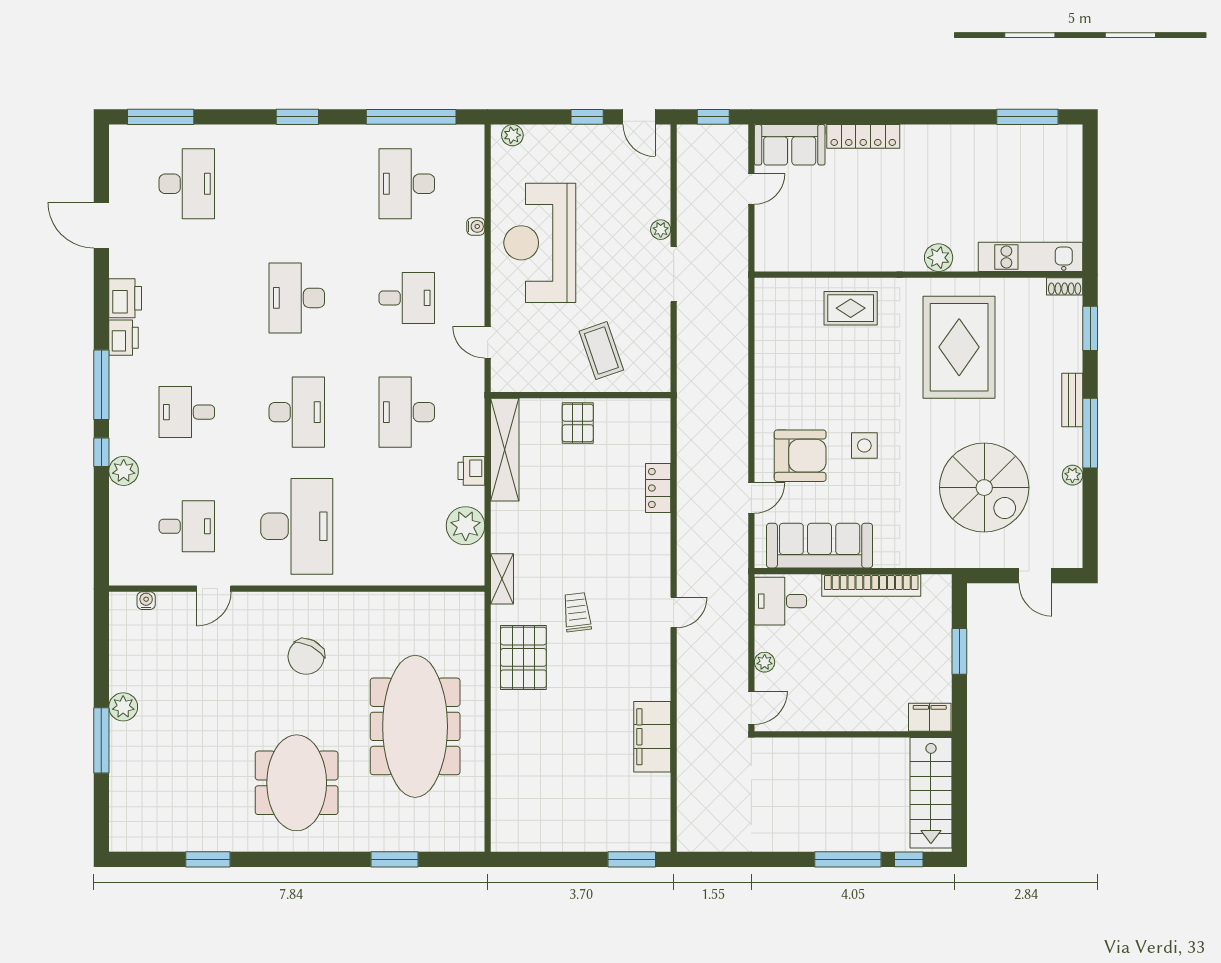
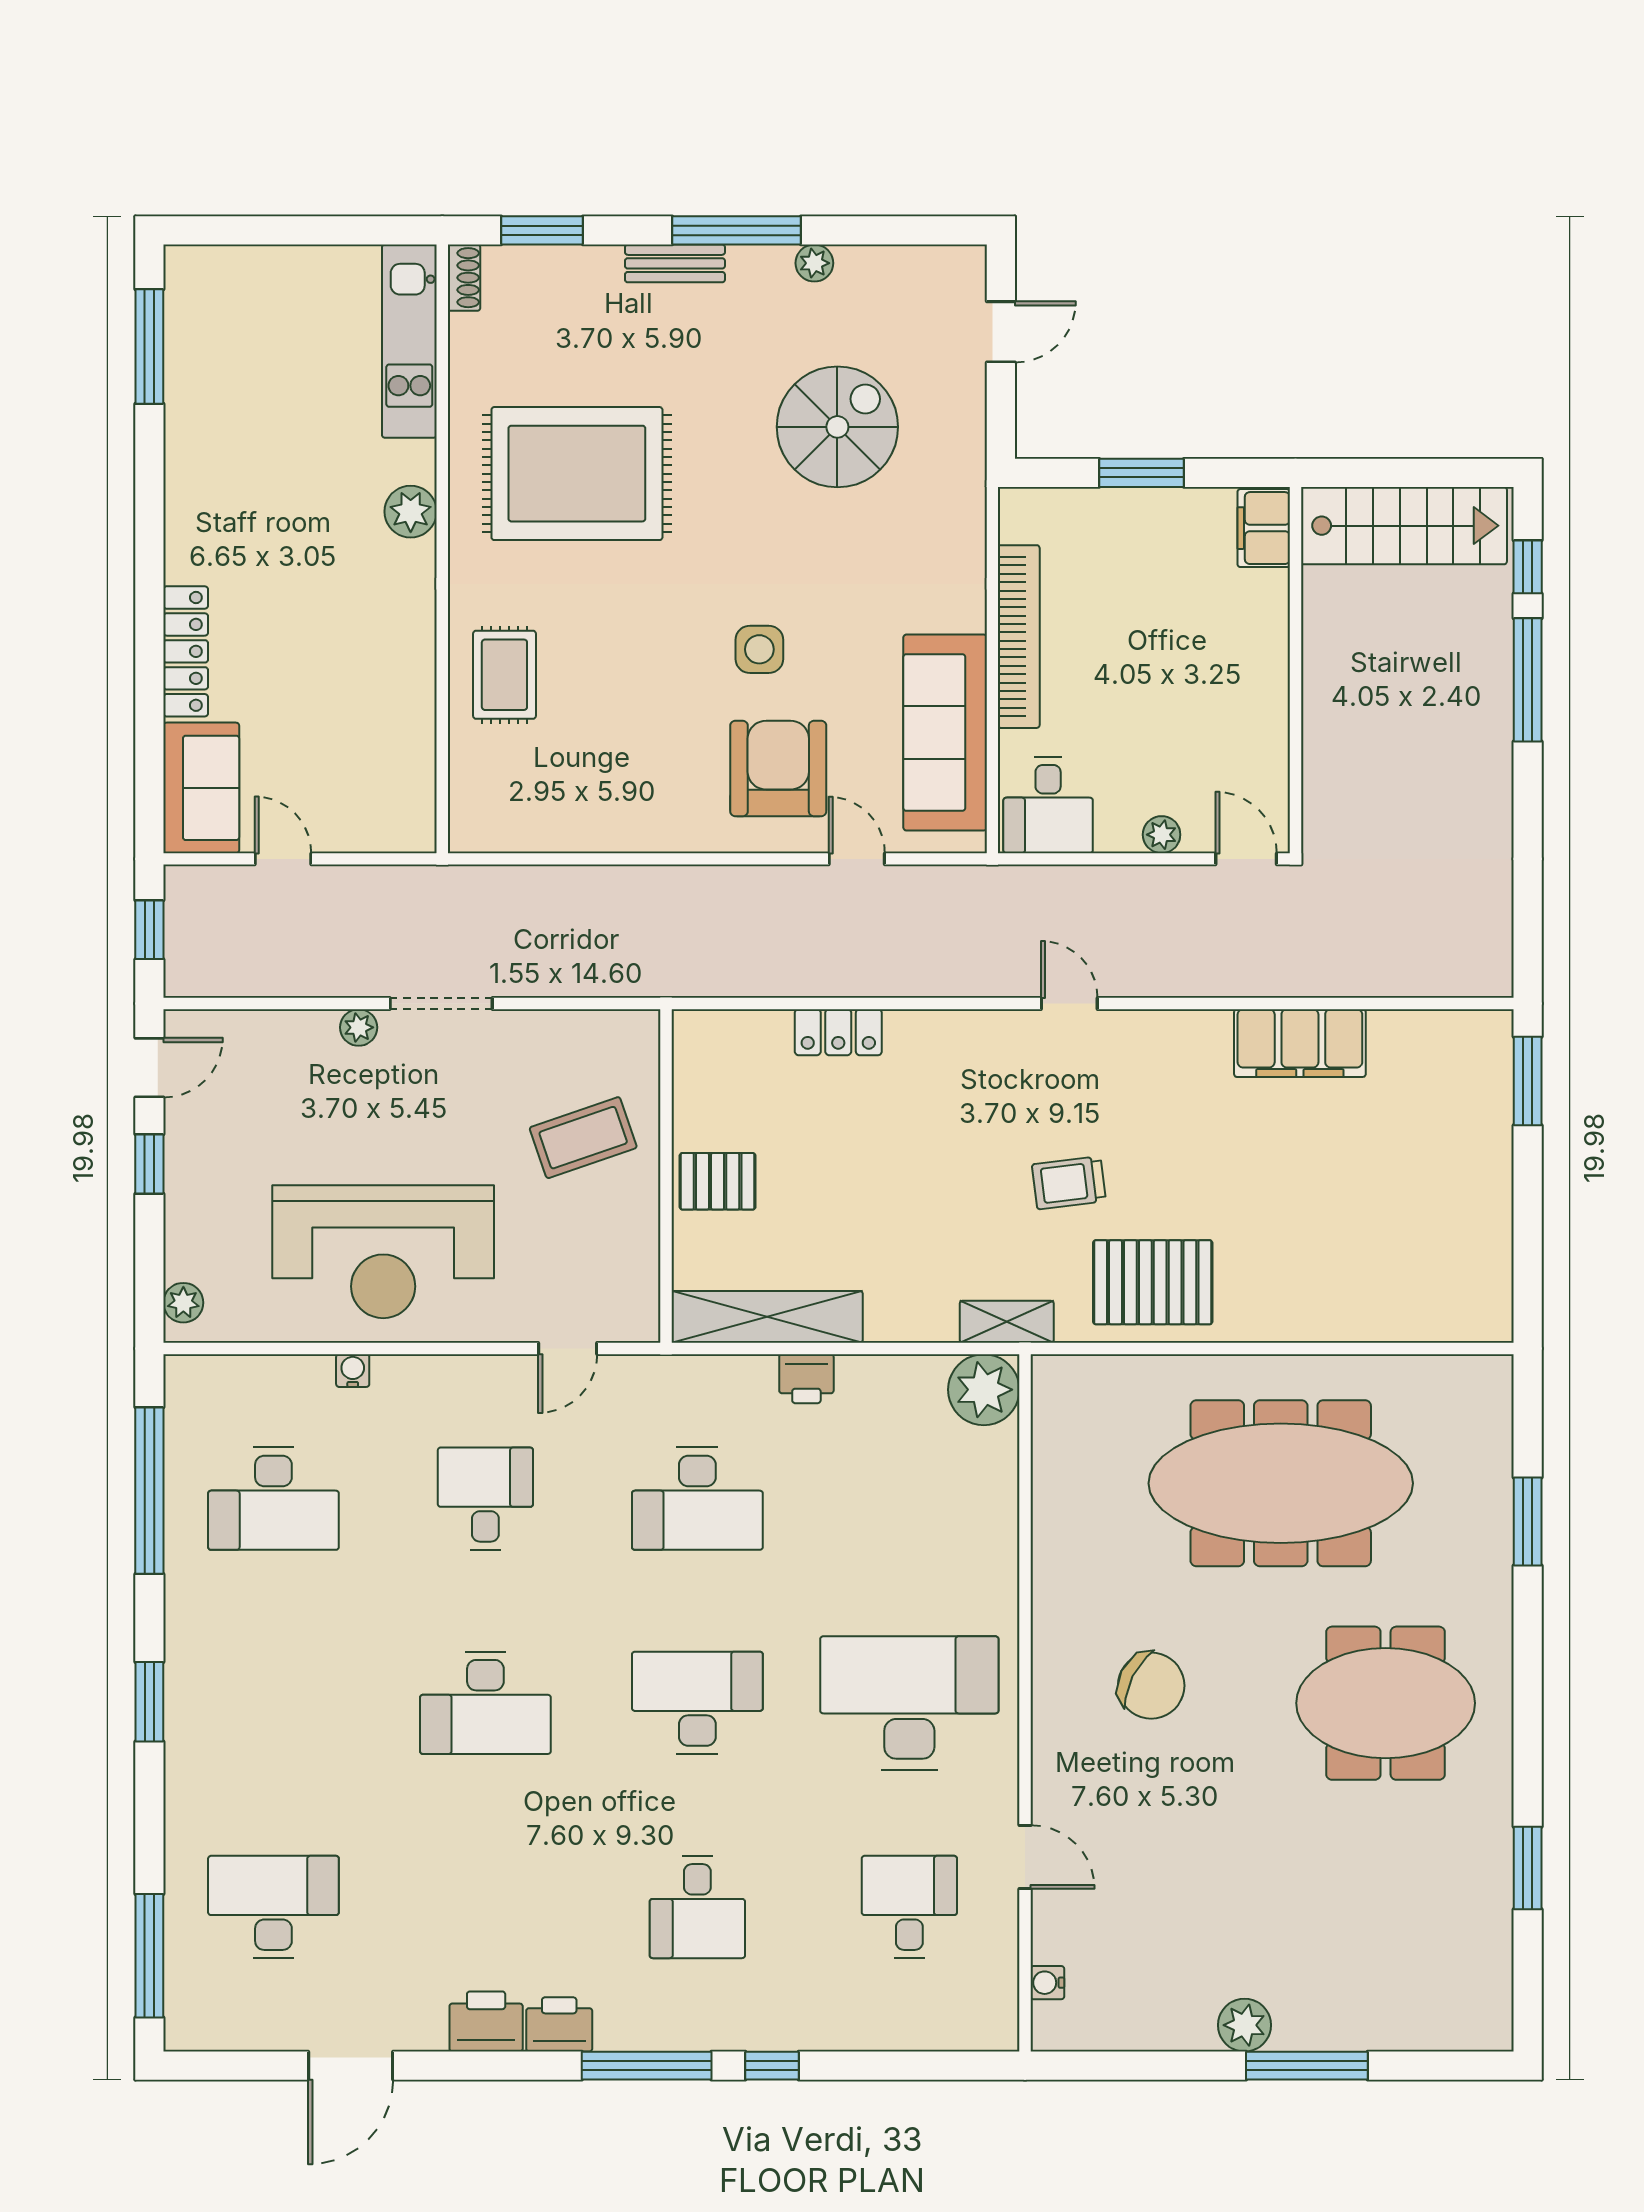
plant: (124, 471) -> (806, 2024), removed
spiral stairs: (984, 488) -> (837, 427), width x0.73, depth x0.73
plant: (466, 526) -> (984, 1390), moved

